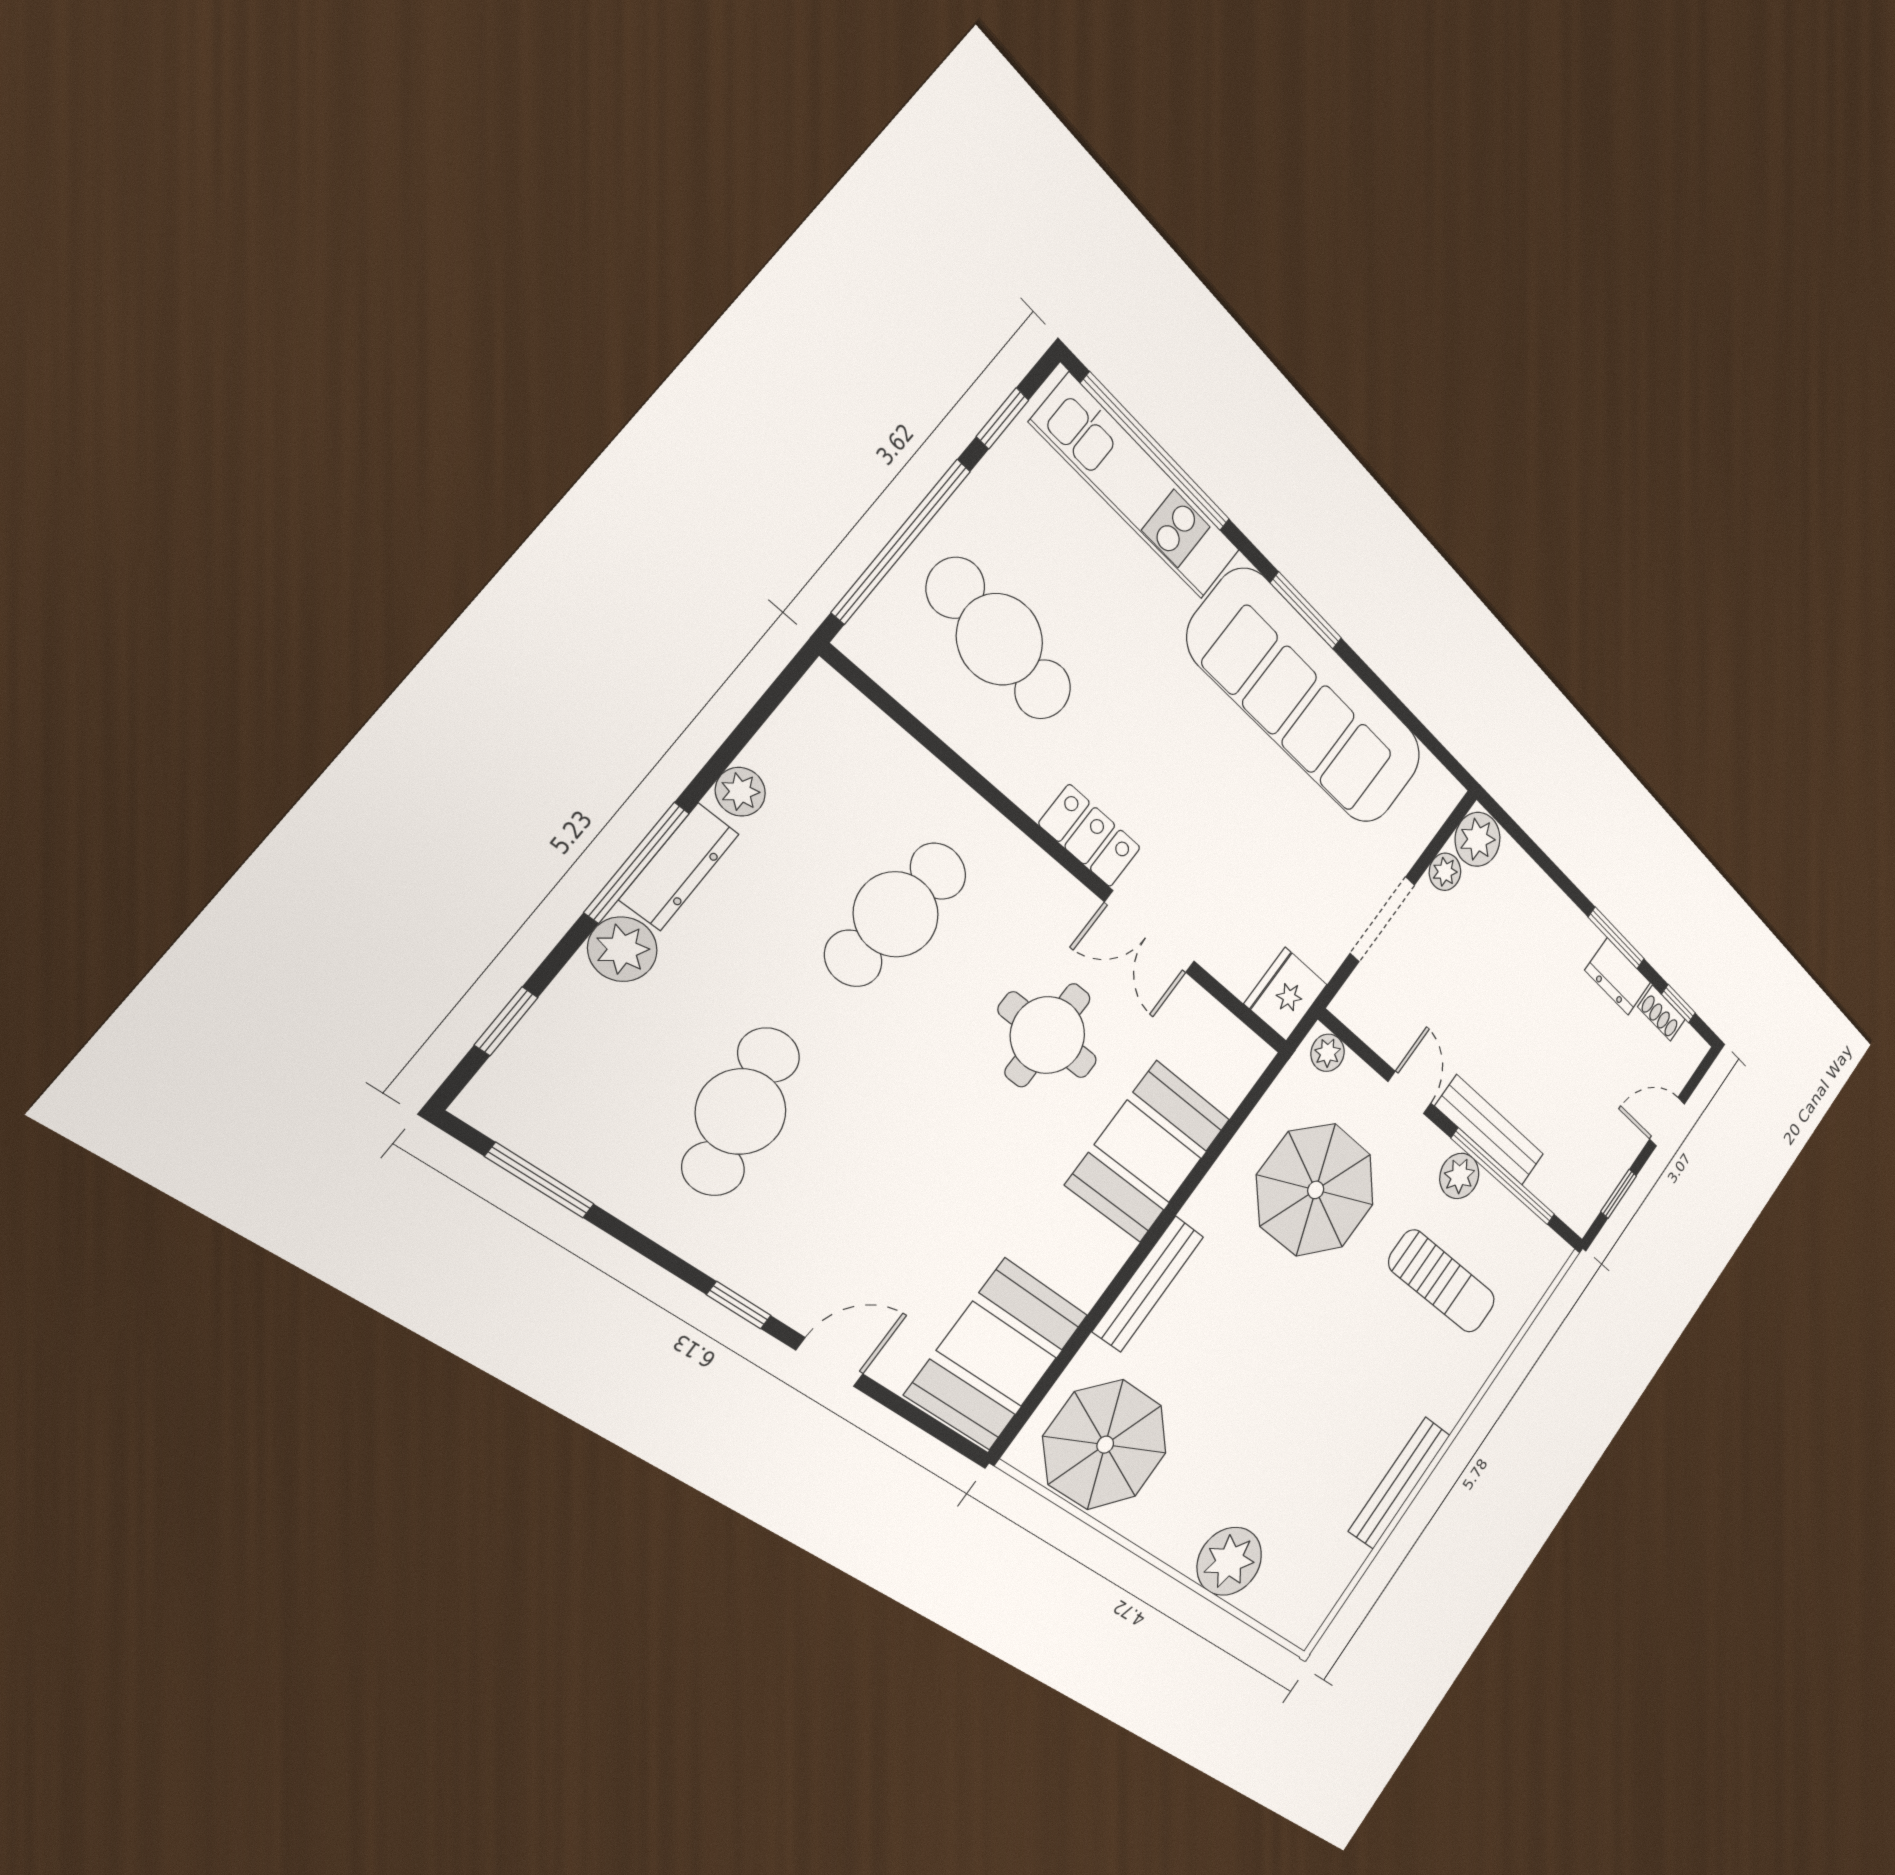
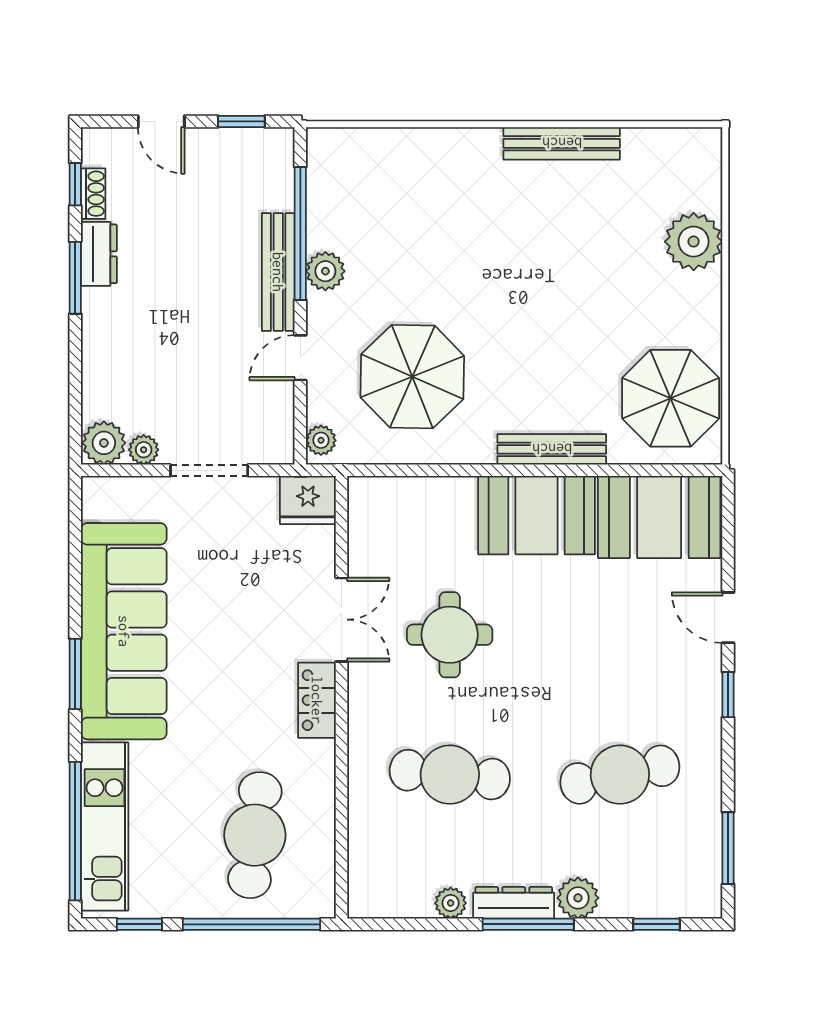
booth: (1148, 1152) -> (537, 515), moved
sun lounger: (1442, 1282) -> (404, 225), removed

